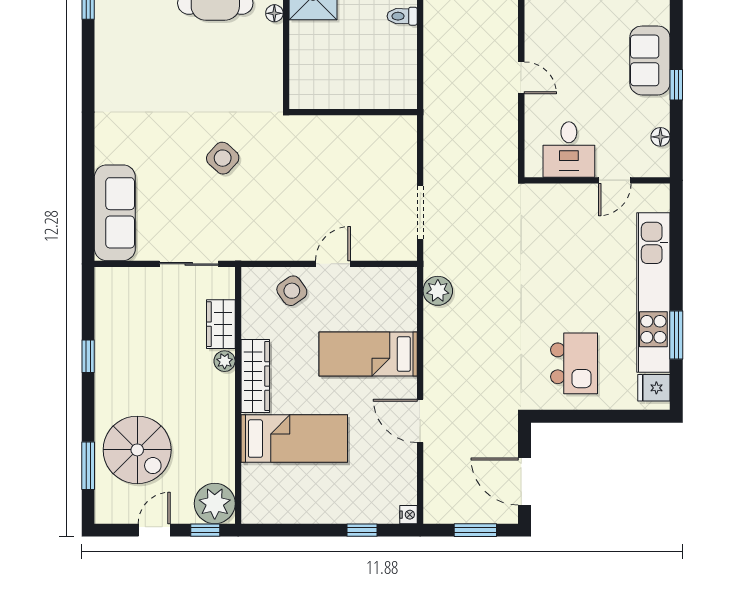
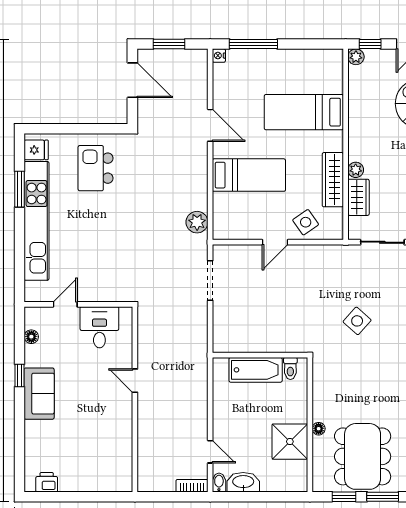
toilet: (402, 16) -> (290, 368), moved, turned 90
bathtub: (359, 92) -> (256, 370), added
wardrobe: (255, 376) -> (333, 180), moved
plant: (215, 504) -> (356, 57), width x0.53, depth x0.53
window: (362, 530) -> (253, 44), width x2.17

